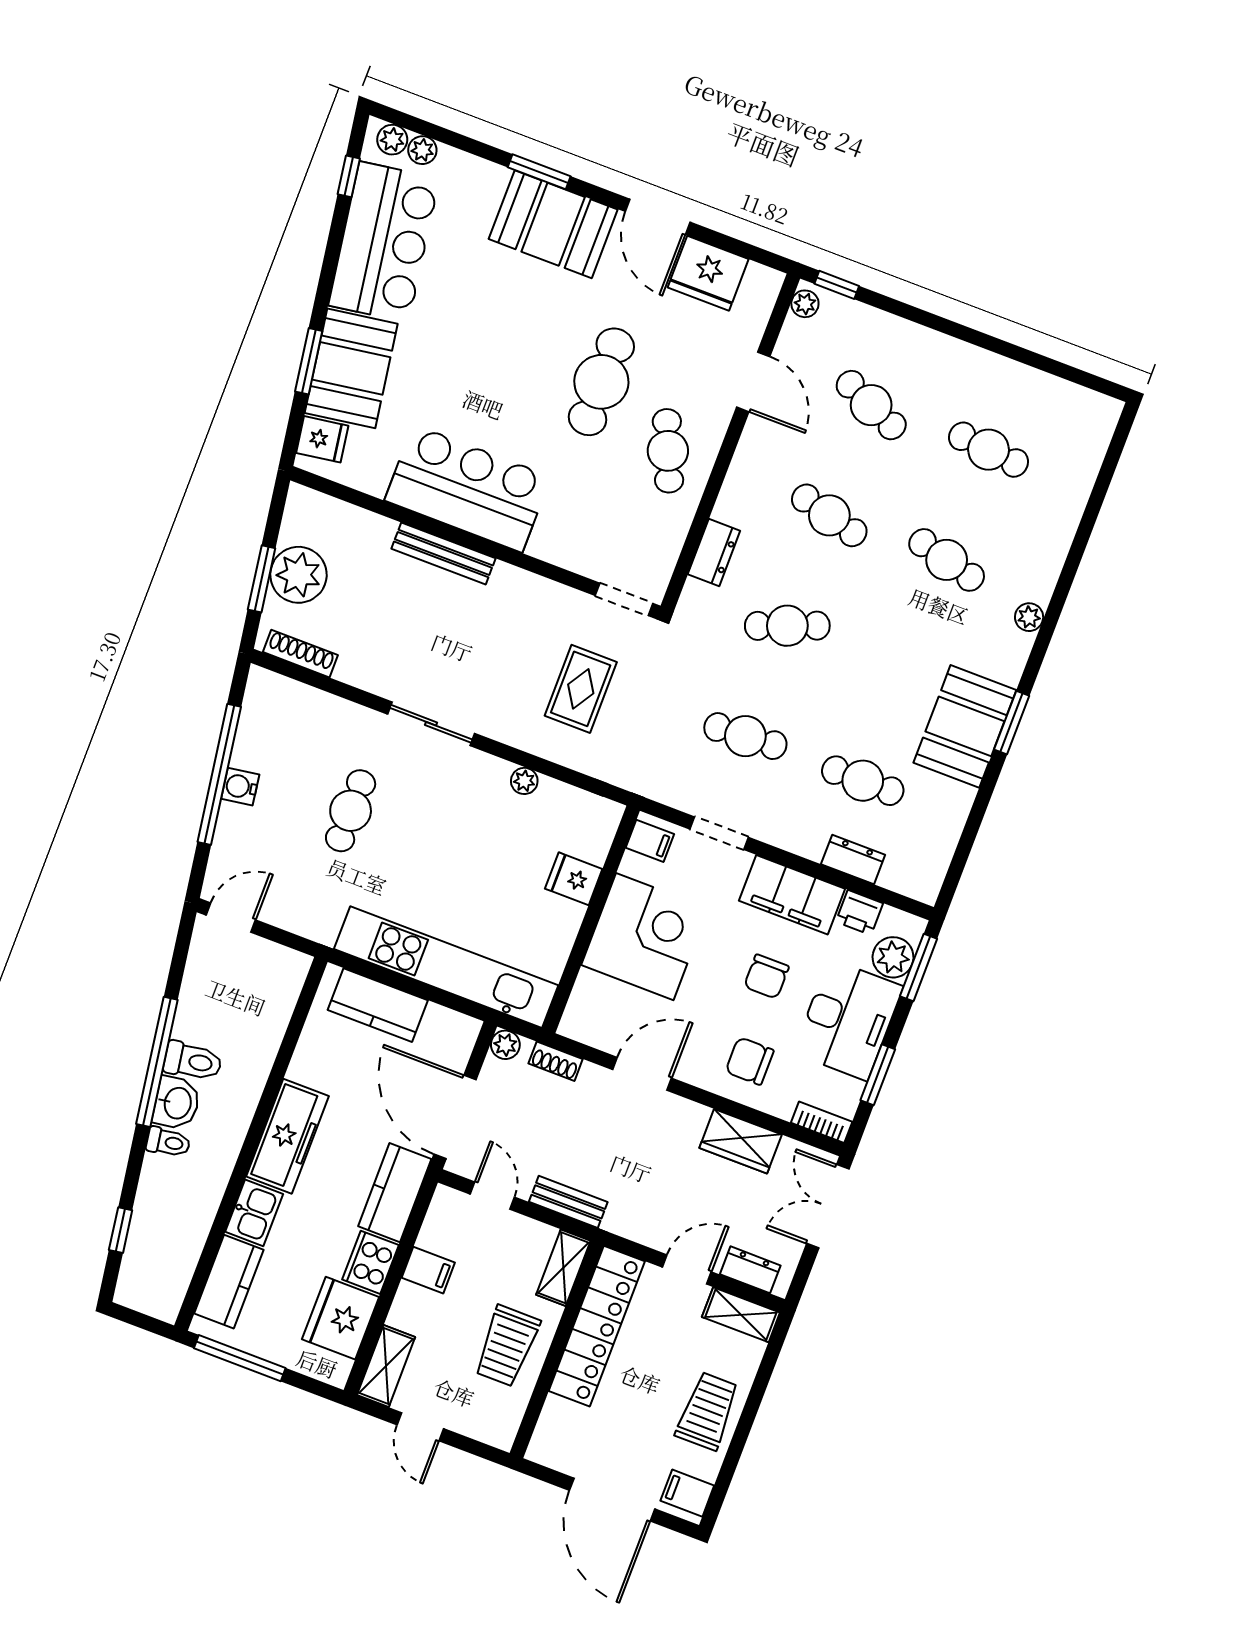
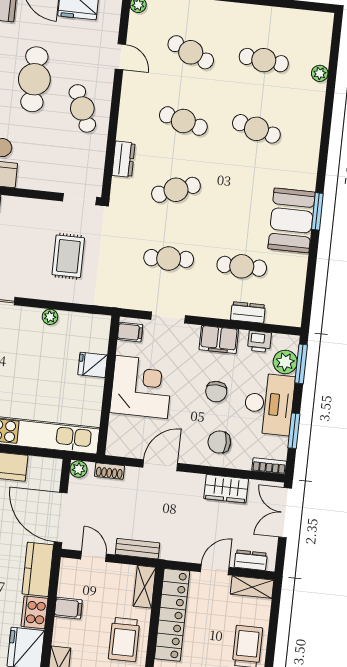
door: (753, 382) -> (120, 57), width x0.73
plant: (1029, 617) -> (320, 73), moved
filing cabinet: (792, 895) -> (219, 339), width x0.67, depth x0.86

